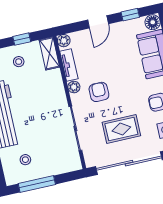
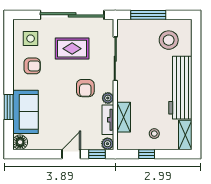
window: (130, 15) -> (97, 154), moved
shelving: (49, 53) -> (124, 117), moved
stool: (25, 160) -> (169, 40), width x1.89, depth x1.89
window: (37, 184) -> (148, 15), moved

